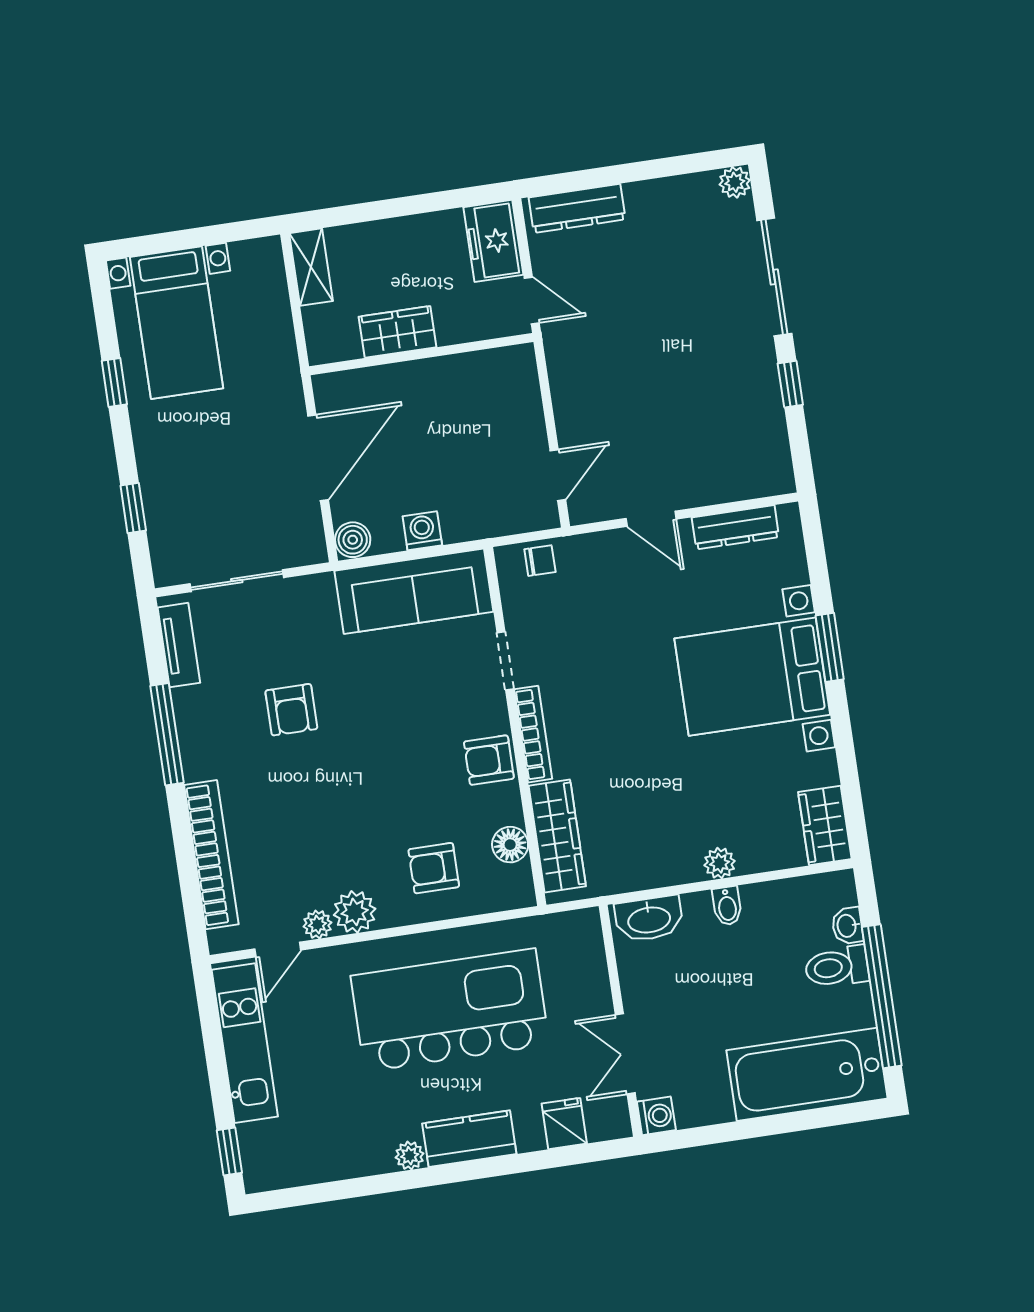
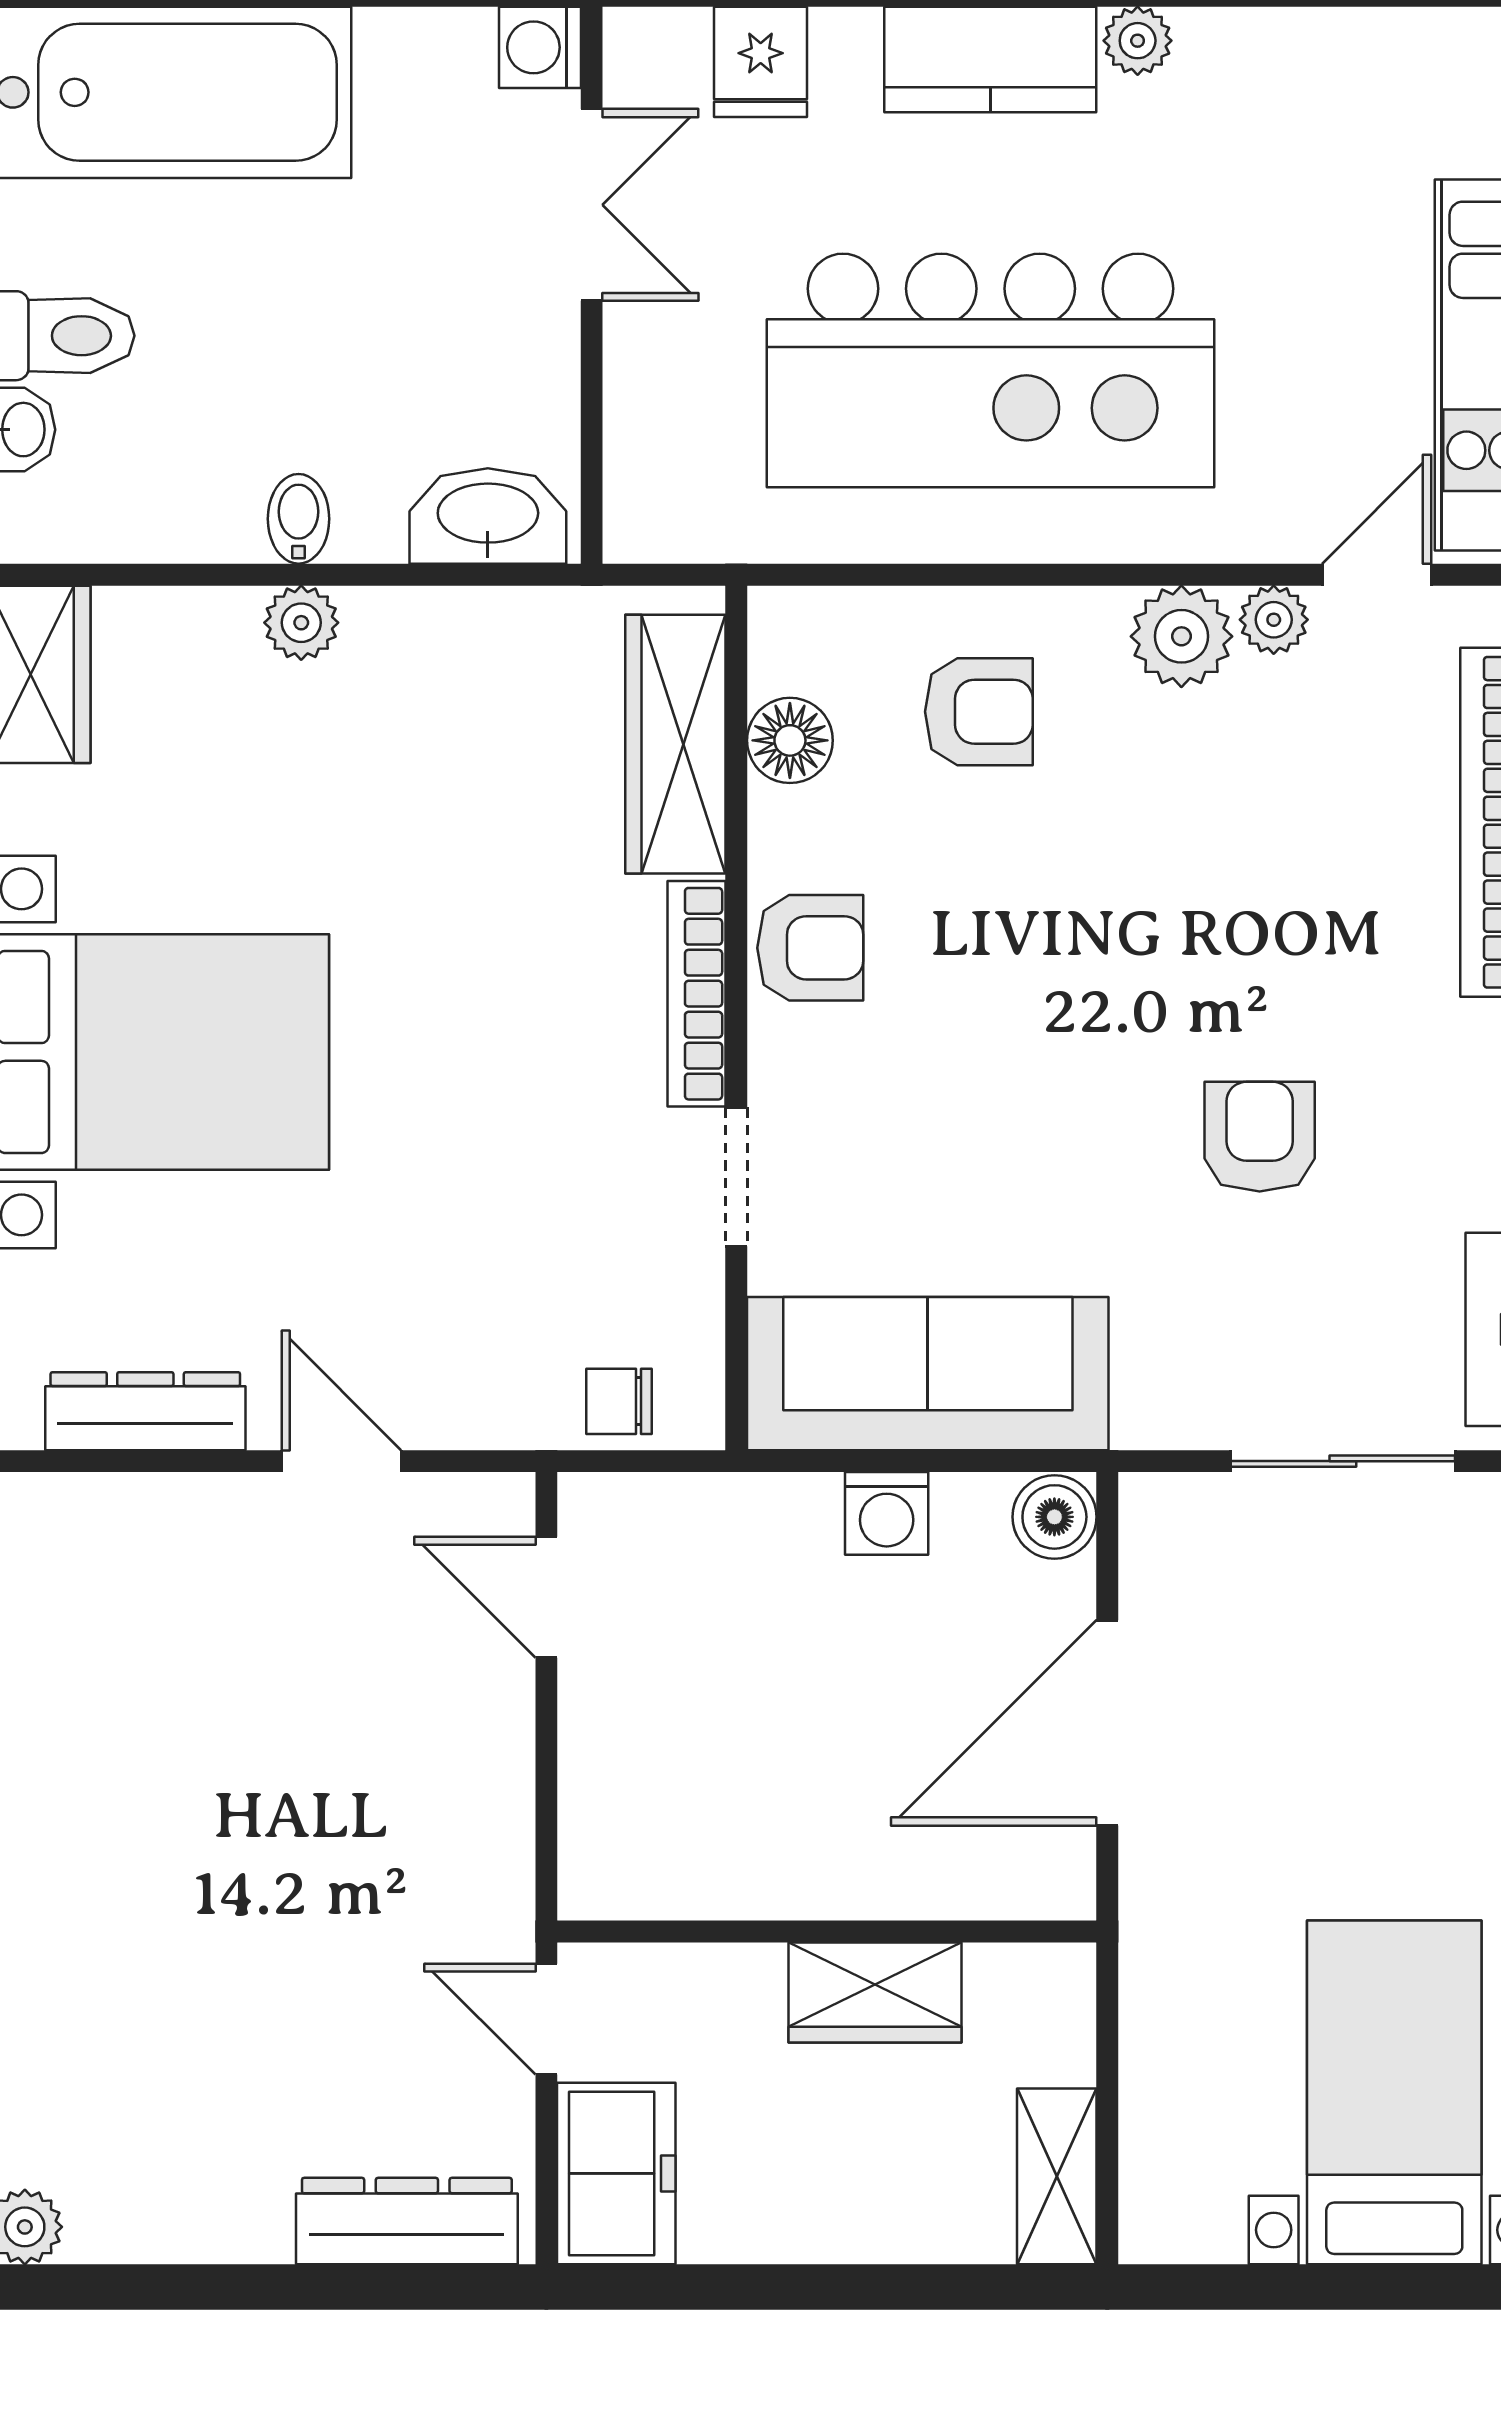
door: (558, 475) -> (546, 1597), hinge flipped

